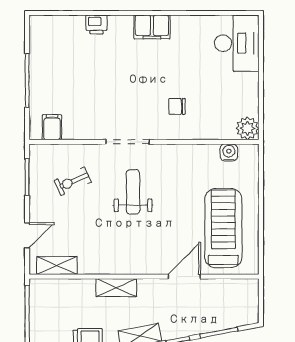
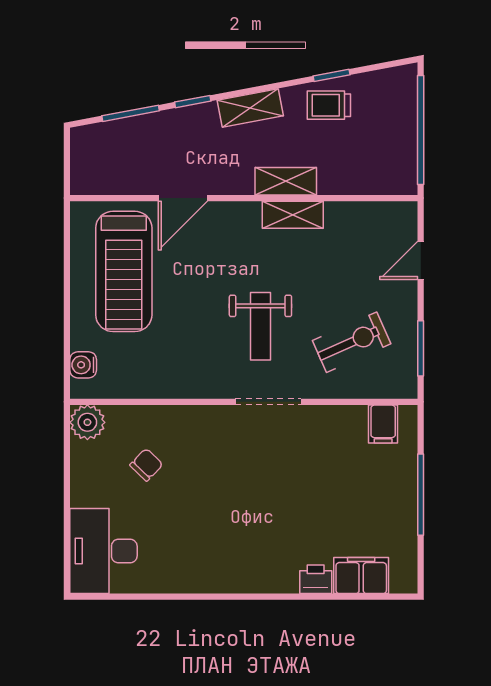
filing cabinet: (152, 27) -> (361, 576), moved
chair: (177, 106) -> (146, 465), moved, turned -46
water cooler: (229, 152) -> (83, 365), moved, turned 90
exercise bike: (73, 181) -> (352, 342), width x1.38, depth x1.39
shelving: (57, 266) -> (293, 215), moved

